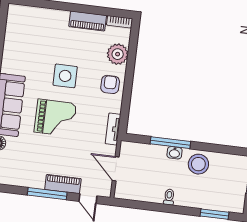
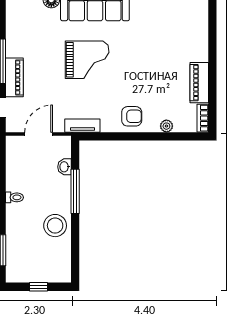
plant: (118, 54) -> (166, 126), width x0.53, depth x0.53
side table: (65, 76) -> (135, 65), removed
grand piano: (55, 118) -> (87, 60), turned -90
washbasin: (175, 153) -> (64, 167), moved

